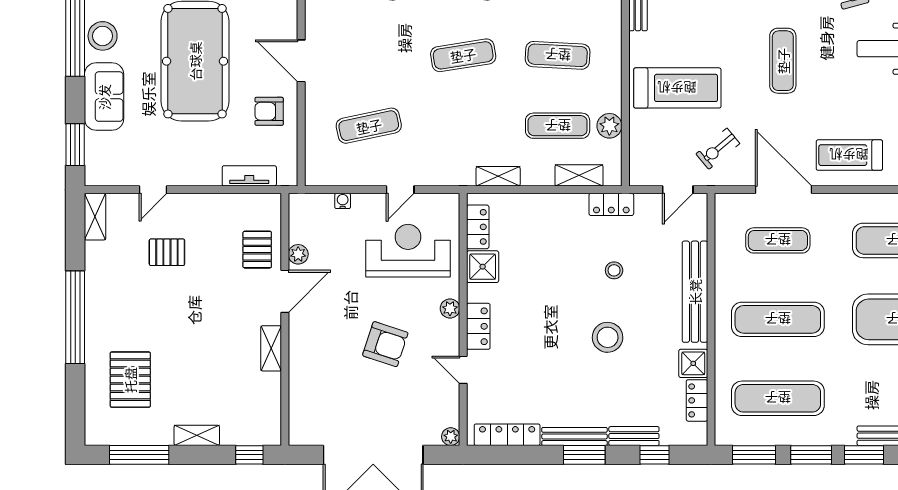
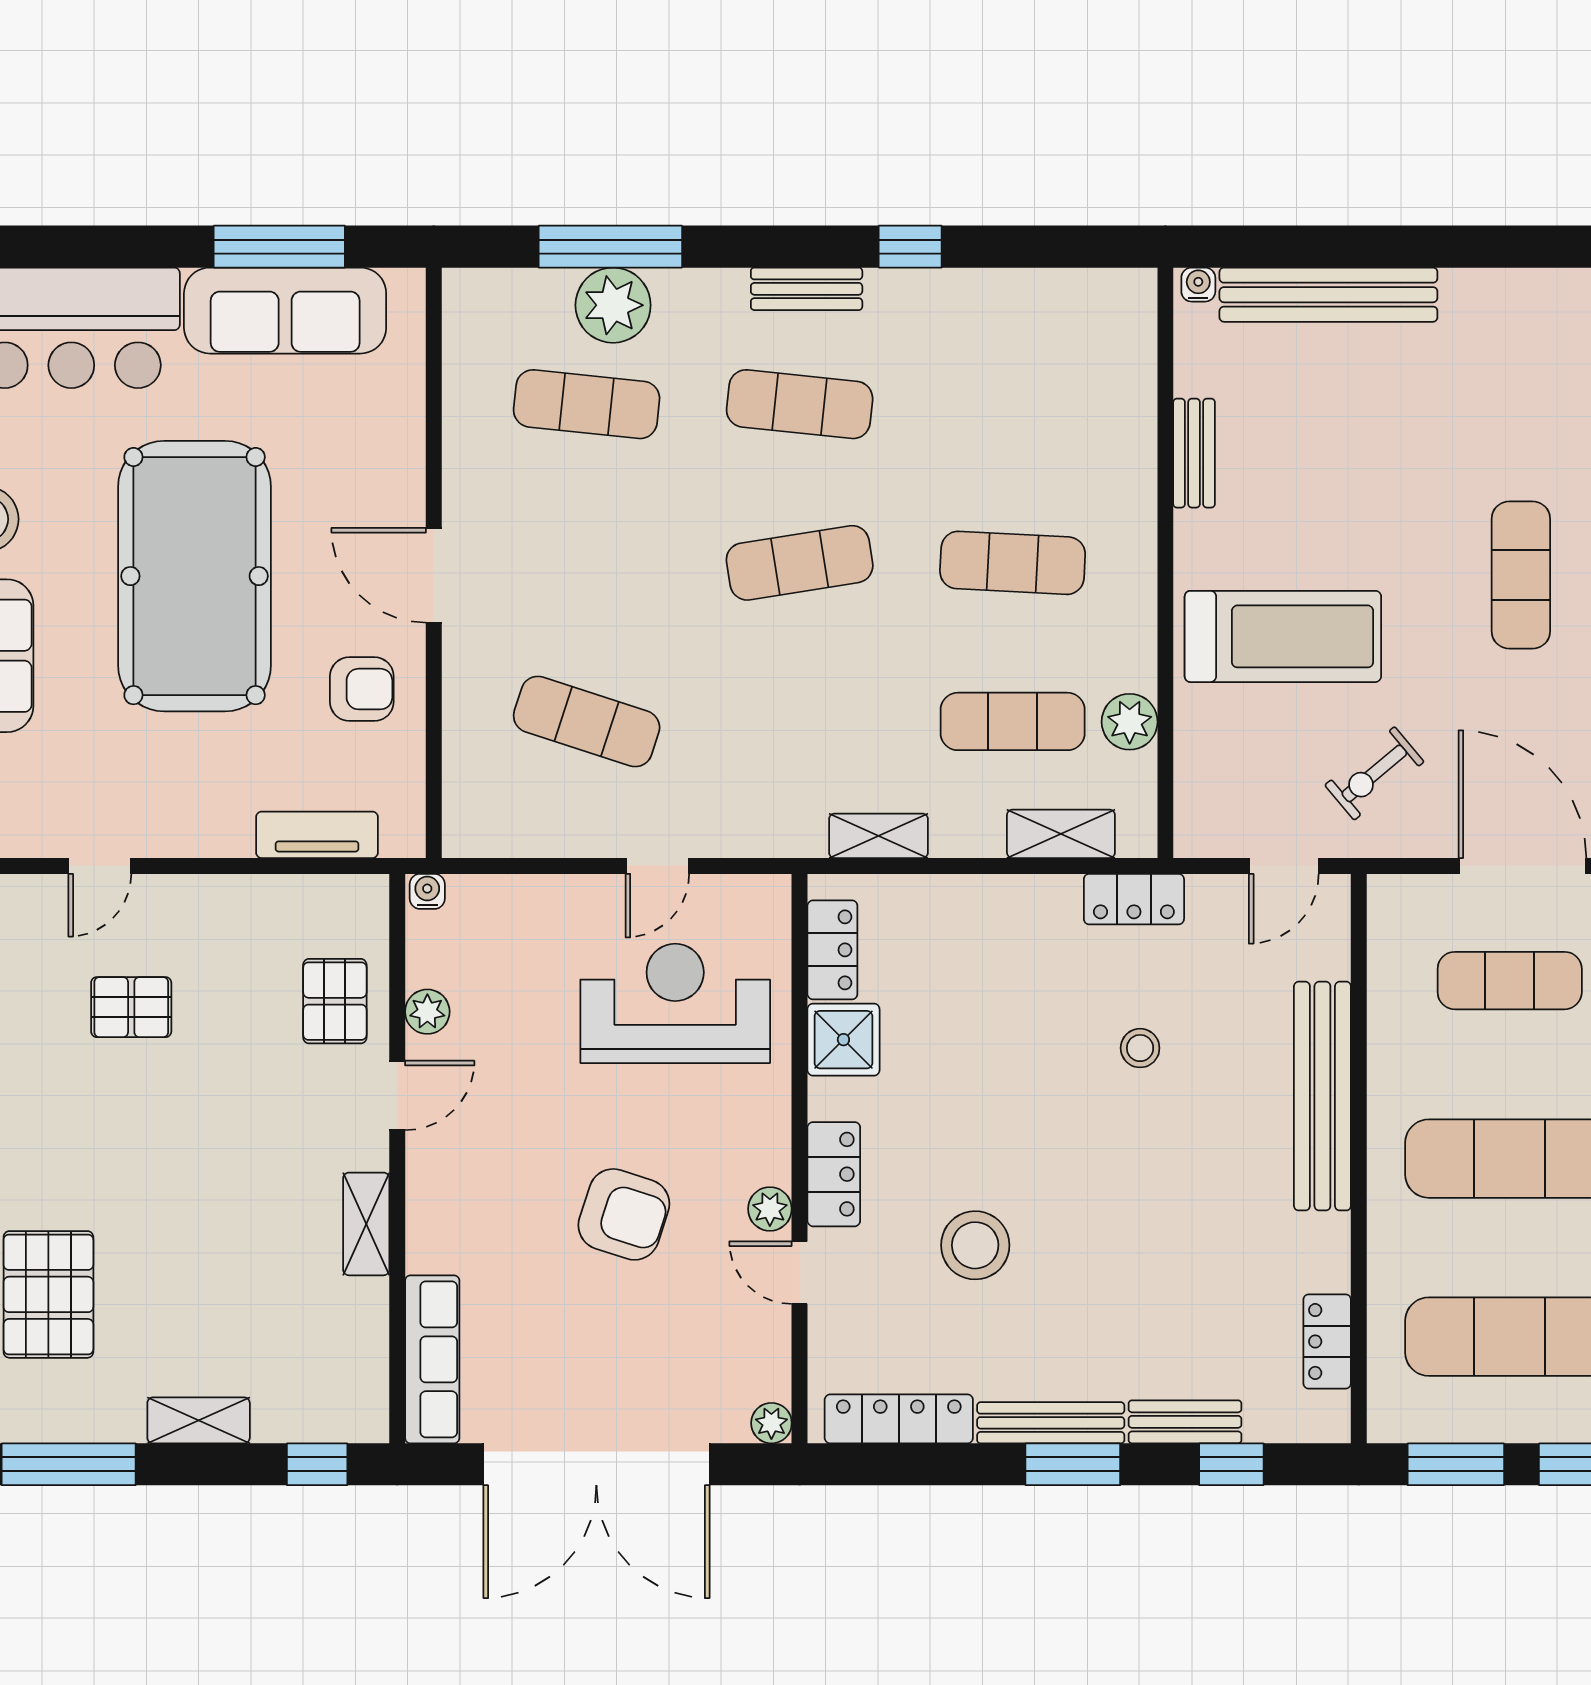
armchair: (269, 111) -> (362, 689), turned 180
exercise mat: (369, 126) -> (587, 721), turned 30
water cooler: (343, 201) -> (427, 891), moved
door: (285, 291) -> (397, 1095), width x0.73
plant: (450, 308) -> (770, 1209), moved
stool: (608, 337) -> (975, 1245), moved
shower: (693, 363) -> (1319, 1258), removed
row of seats: (300, 408) -> (432, 1359), added

